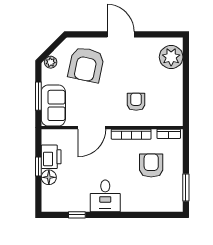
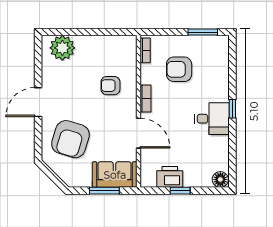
plant: (51, 62) -> (68, 177), removed
armchair: (86, 65) -> (71, 139), turned 95
bookcase: (131, 134) -> (145, 98), width x0.64
floor lamp: (49, 177) -> (220, 179), moved
window: (77, 215) -> (232, 109), moved

